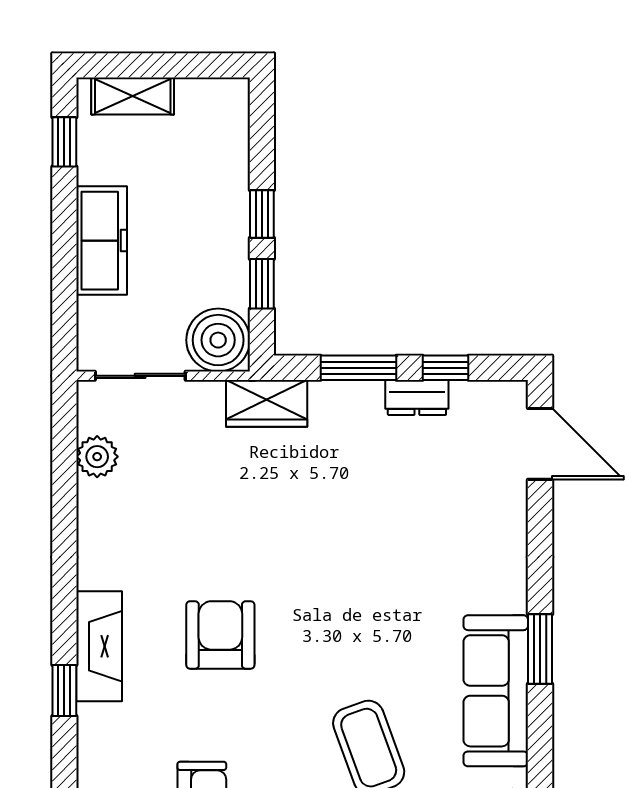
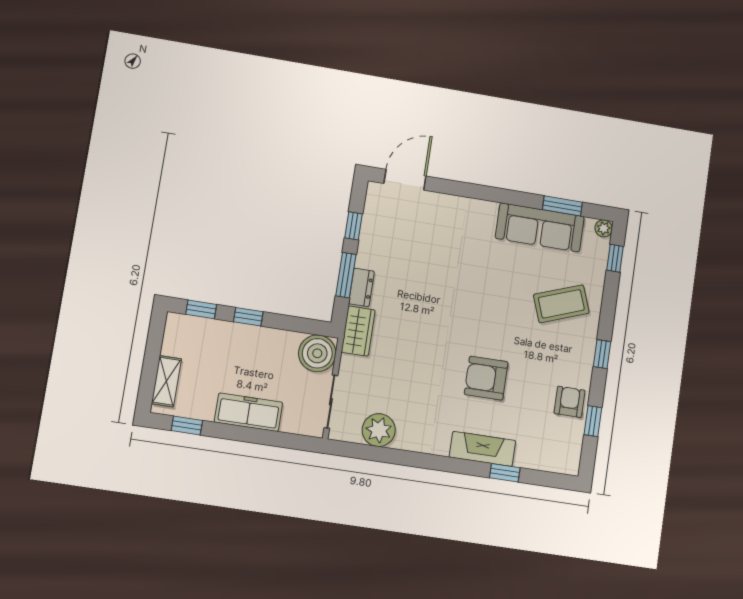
window: (262, 284) -> (201, 309), moved
dresser: (417, 398) -> (361, 287), moved
plant: (97, 457) -> (379, 430), width x1.36, depth x1.36
window: (540, 649) -> (562, 206), moved

